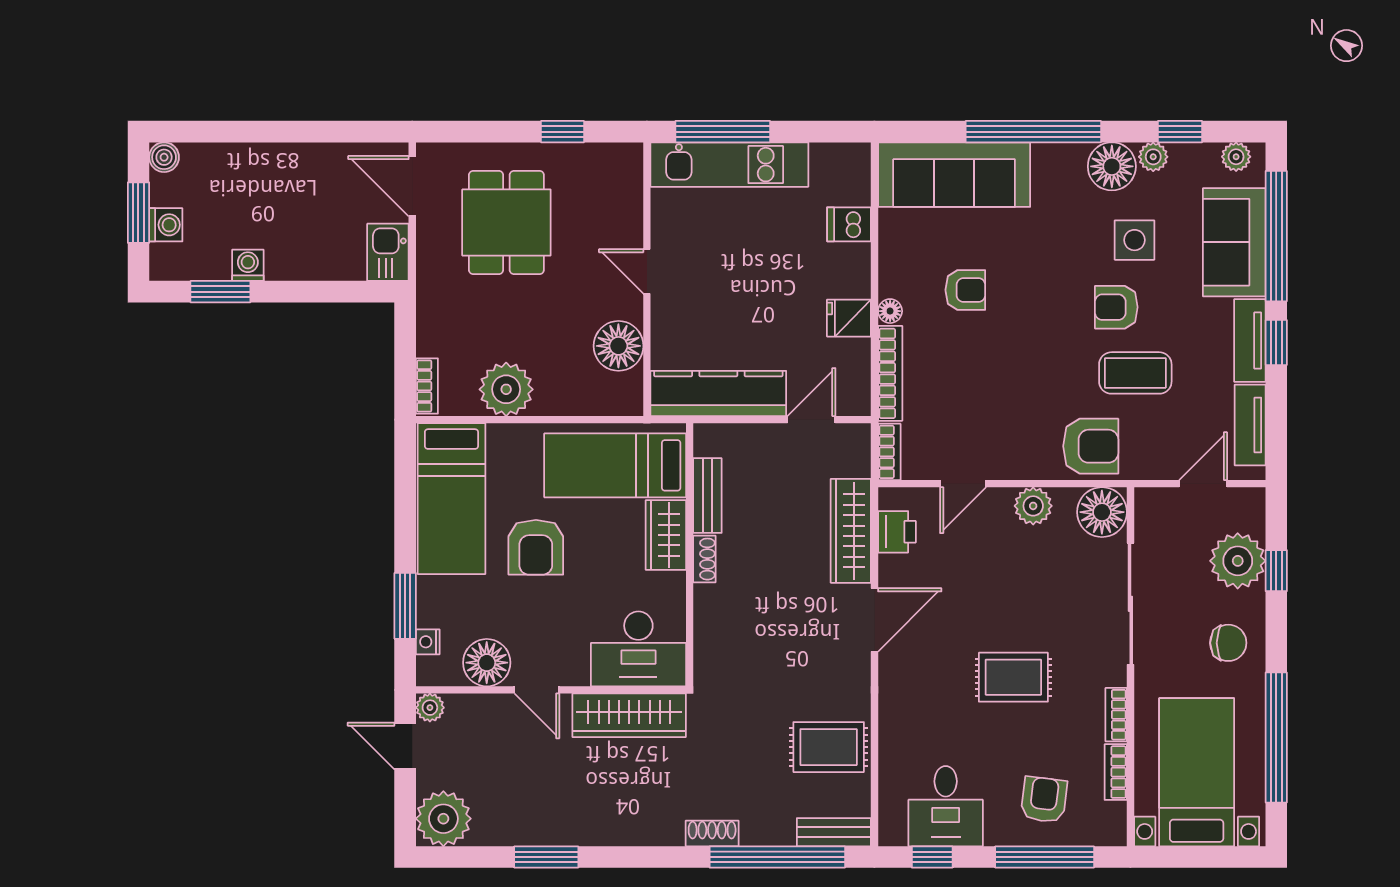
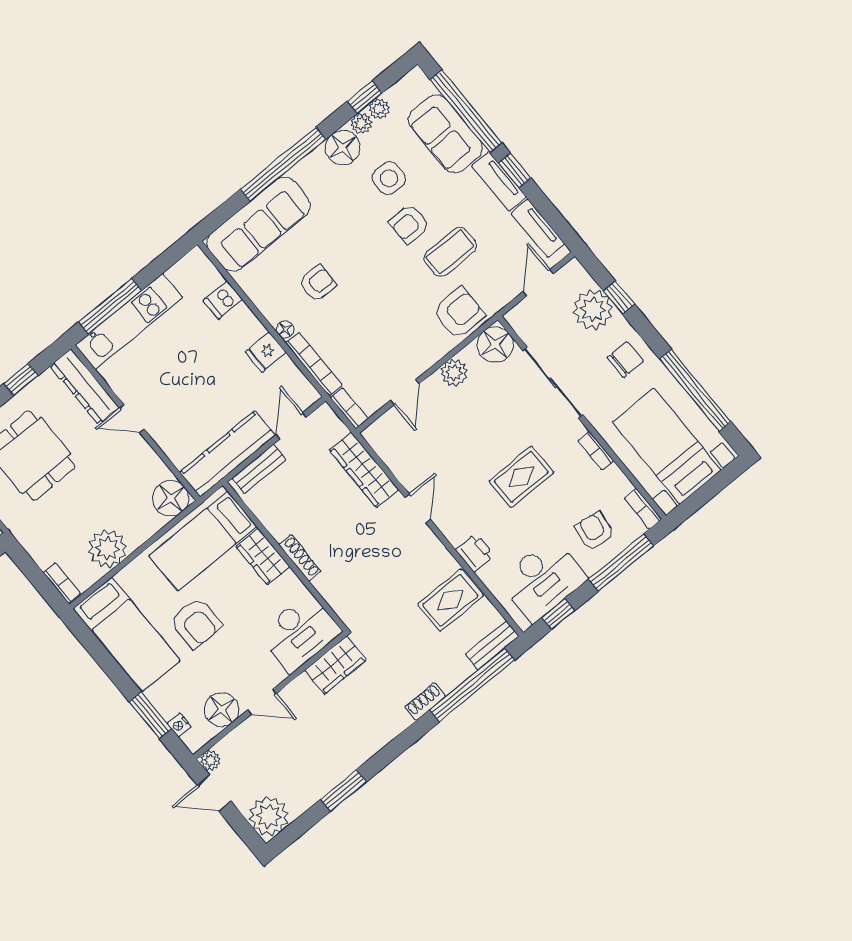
plant: (1236, 157) -> (379, 109), moved
dresser: (624, 195) -> (85, 387), added
floor lamp: (618, 346) -> (171, 498), moved
bench: (707, 496) -> (259, 469), moved, turned 90
printer: (897, 532) -> (475, 553), moved
shoe rack: (704, 559) -> (300, 558), width x1.43
door: (874, 620) -> (418, 509), width x0.73
wardrobe: (629, 715) -> (335, 665), width x0.67
bookcase: (1116, 772) -> (643, 509), moved
desk: (946, 806) -> (543, 580), width x1.37

